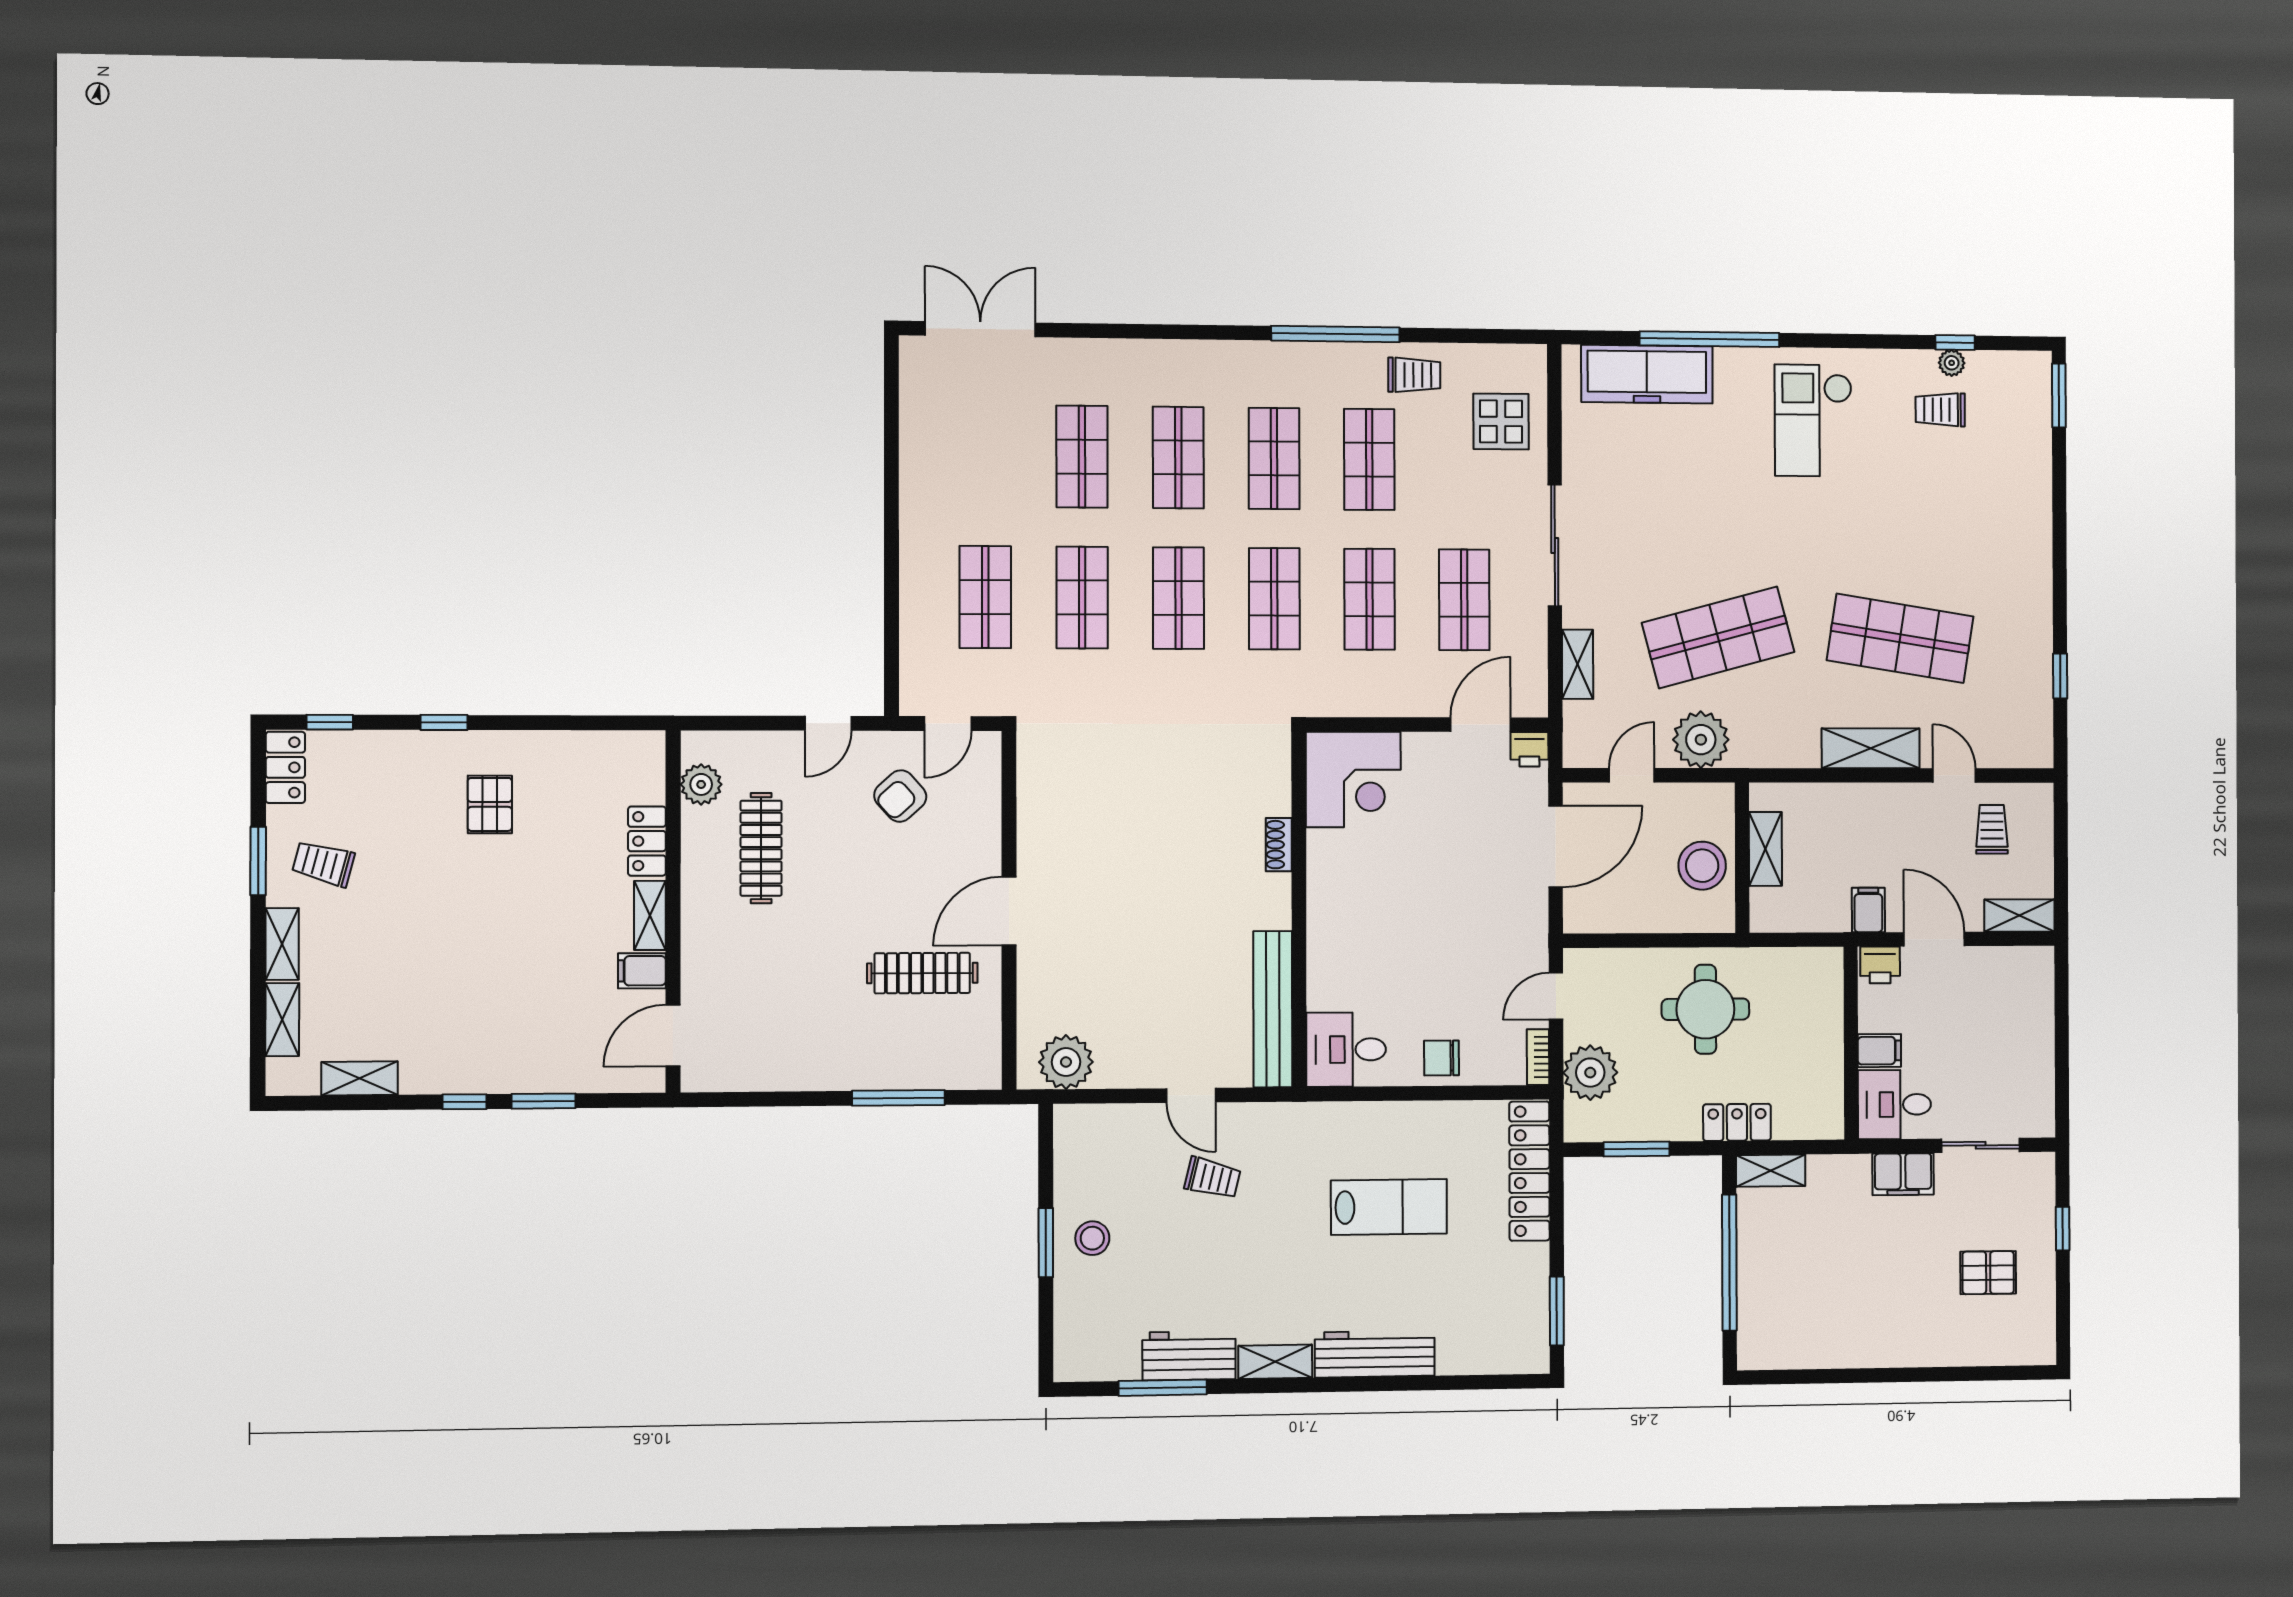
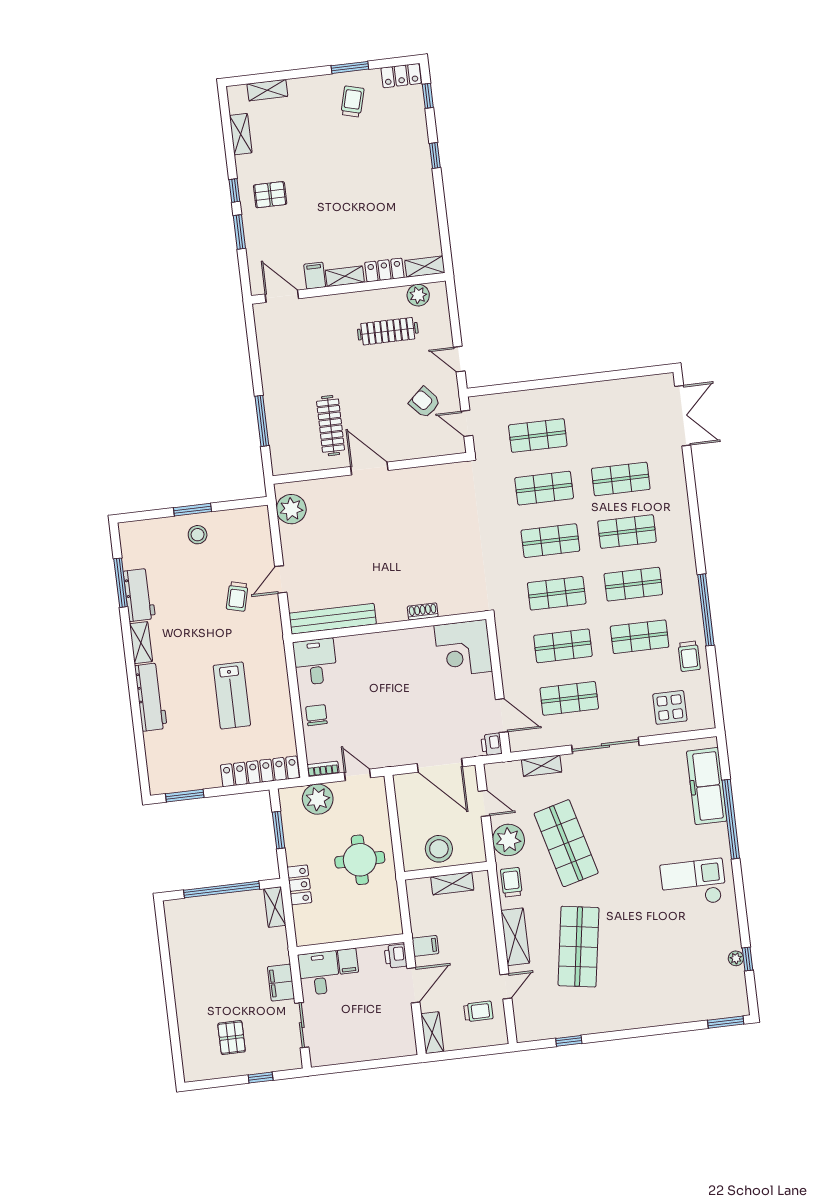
trolley: (1940, 410) -> (511, 882), moved
pallet: (490, 804) -> (270, 195), moved
shelving: (282, 944) -> (425, 267), moved

